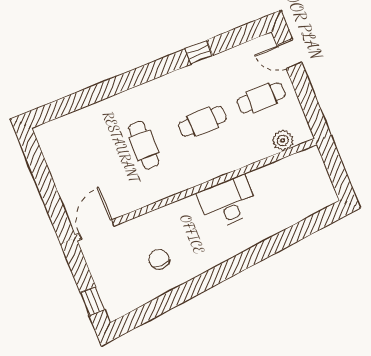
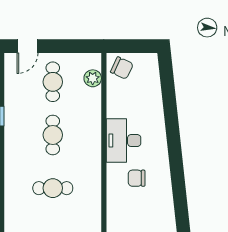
chair: (307, 168) -> (122, 68), added
chair: (159, 259) -> (137, 178), moved

